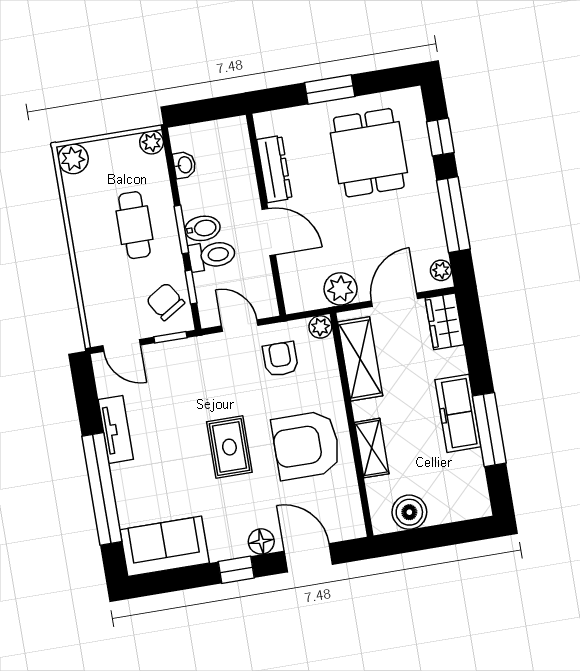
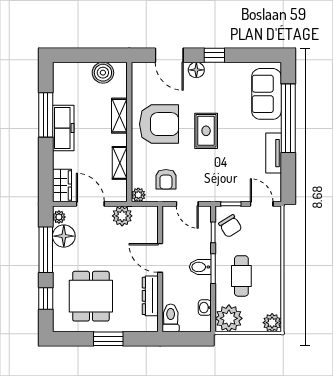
plant: (152, 142) -> (229, 318), width x1.87, depth x1.87
floor lamp: (428, 241) -> (64, 236), added
toilet: (212, 255) -> (171, 318), moved, turned 90
door: (395, 300) -> (90, 204), swing flipped
shelving: (360, 359) -> (120, 163), width x0.67, depth x0.75
sofa: (165, 546) -> (267, 94), moved, turned 90

